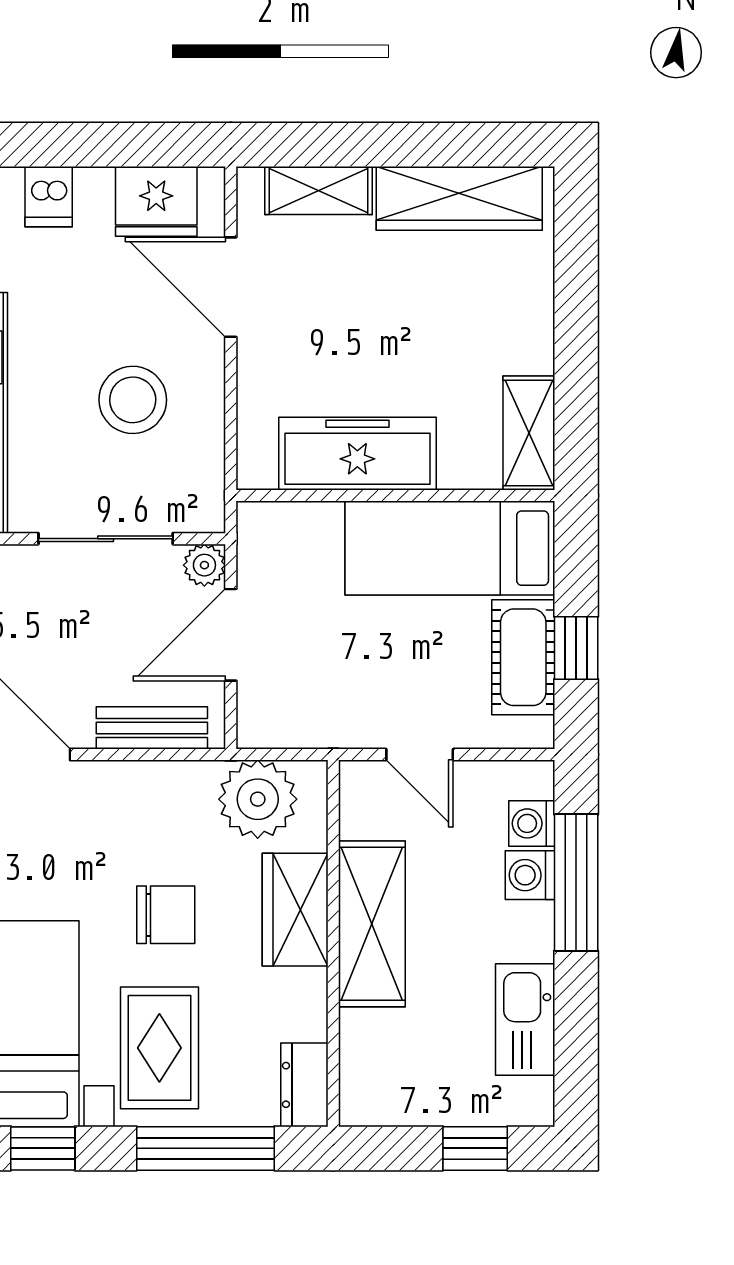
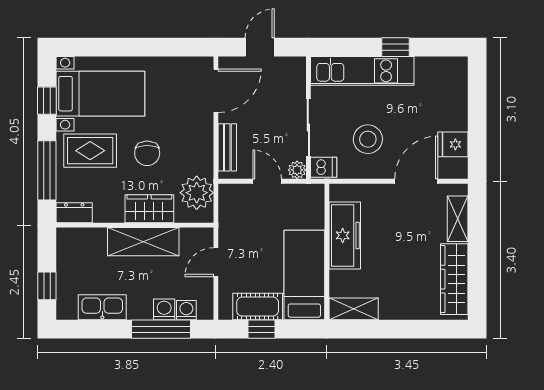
dishwasher: (49, 197) -> (324, 167), moved, turned 180
fridge: (156, 201) -> (453, 144), width x0.72
door: (231, 635) -> (267, 181), width x0.73

